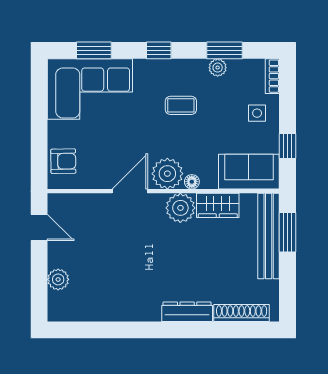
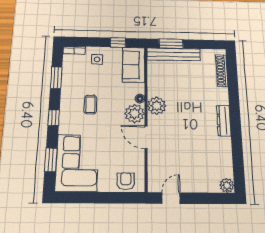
plant: (218, 68) -> (67, 82), removed
wardrobe: (218, 205) -> (155, 83), removed
plant: (58, 279) -> (227, 185), moved
dresser: (187, 312) -> (224, 121), moved

